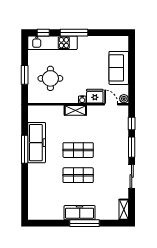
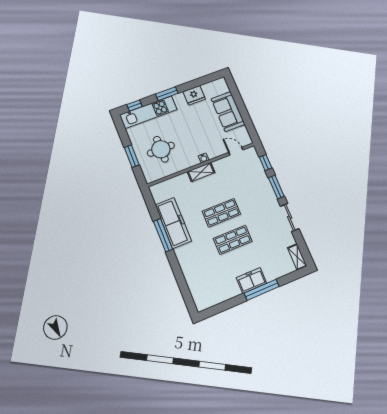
window: (74, 33) -> (167, 94), width x0.69
fridge: (95, 96) -> (194, 95), moved, turned 180
plant: (124, 99) -> (247, 140), removed
freezer: (80, 213) -> (251, 280), width x0.71

